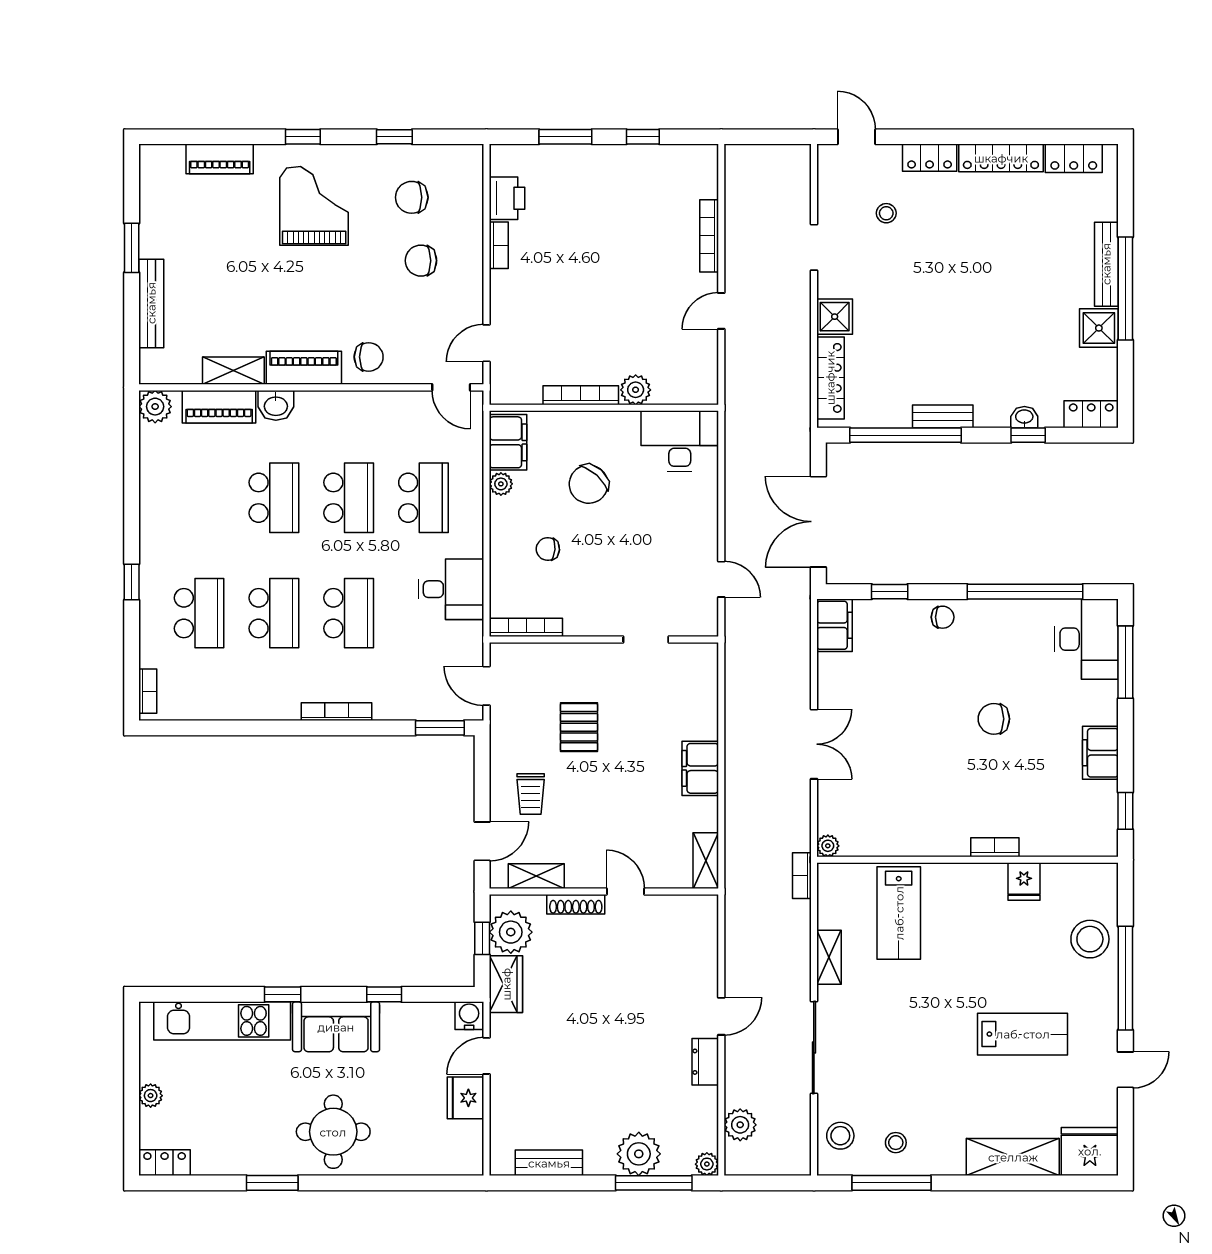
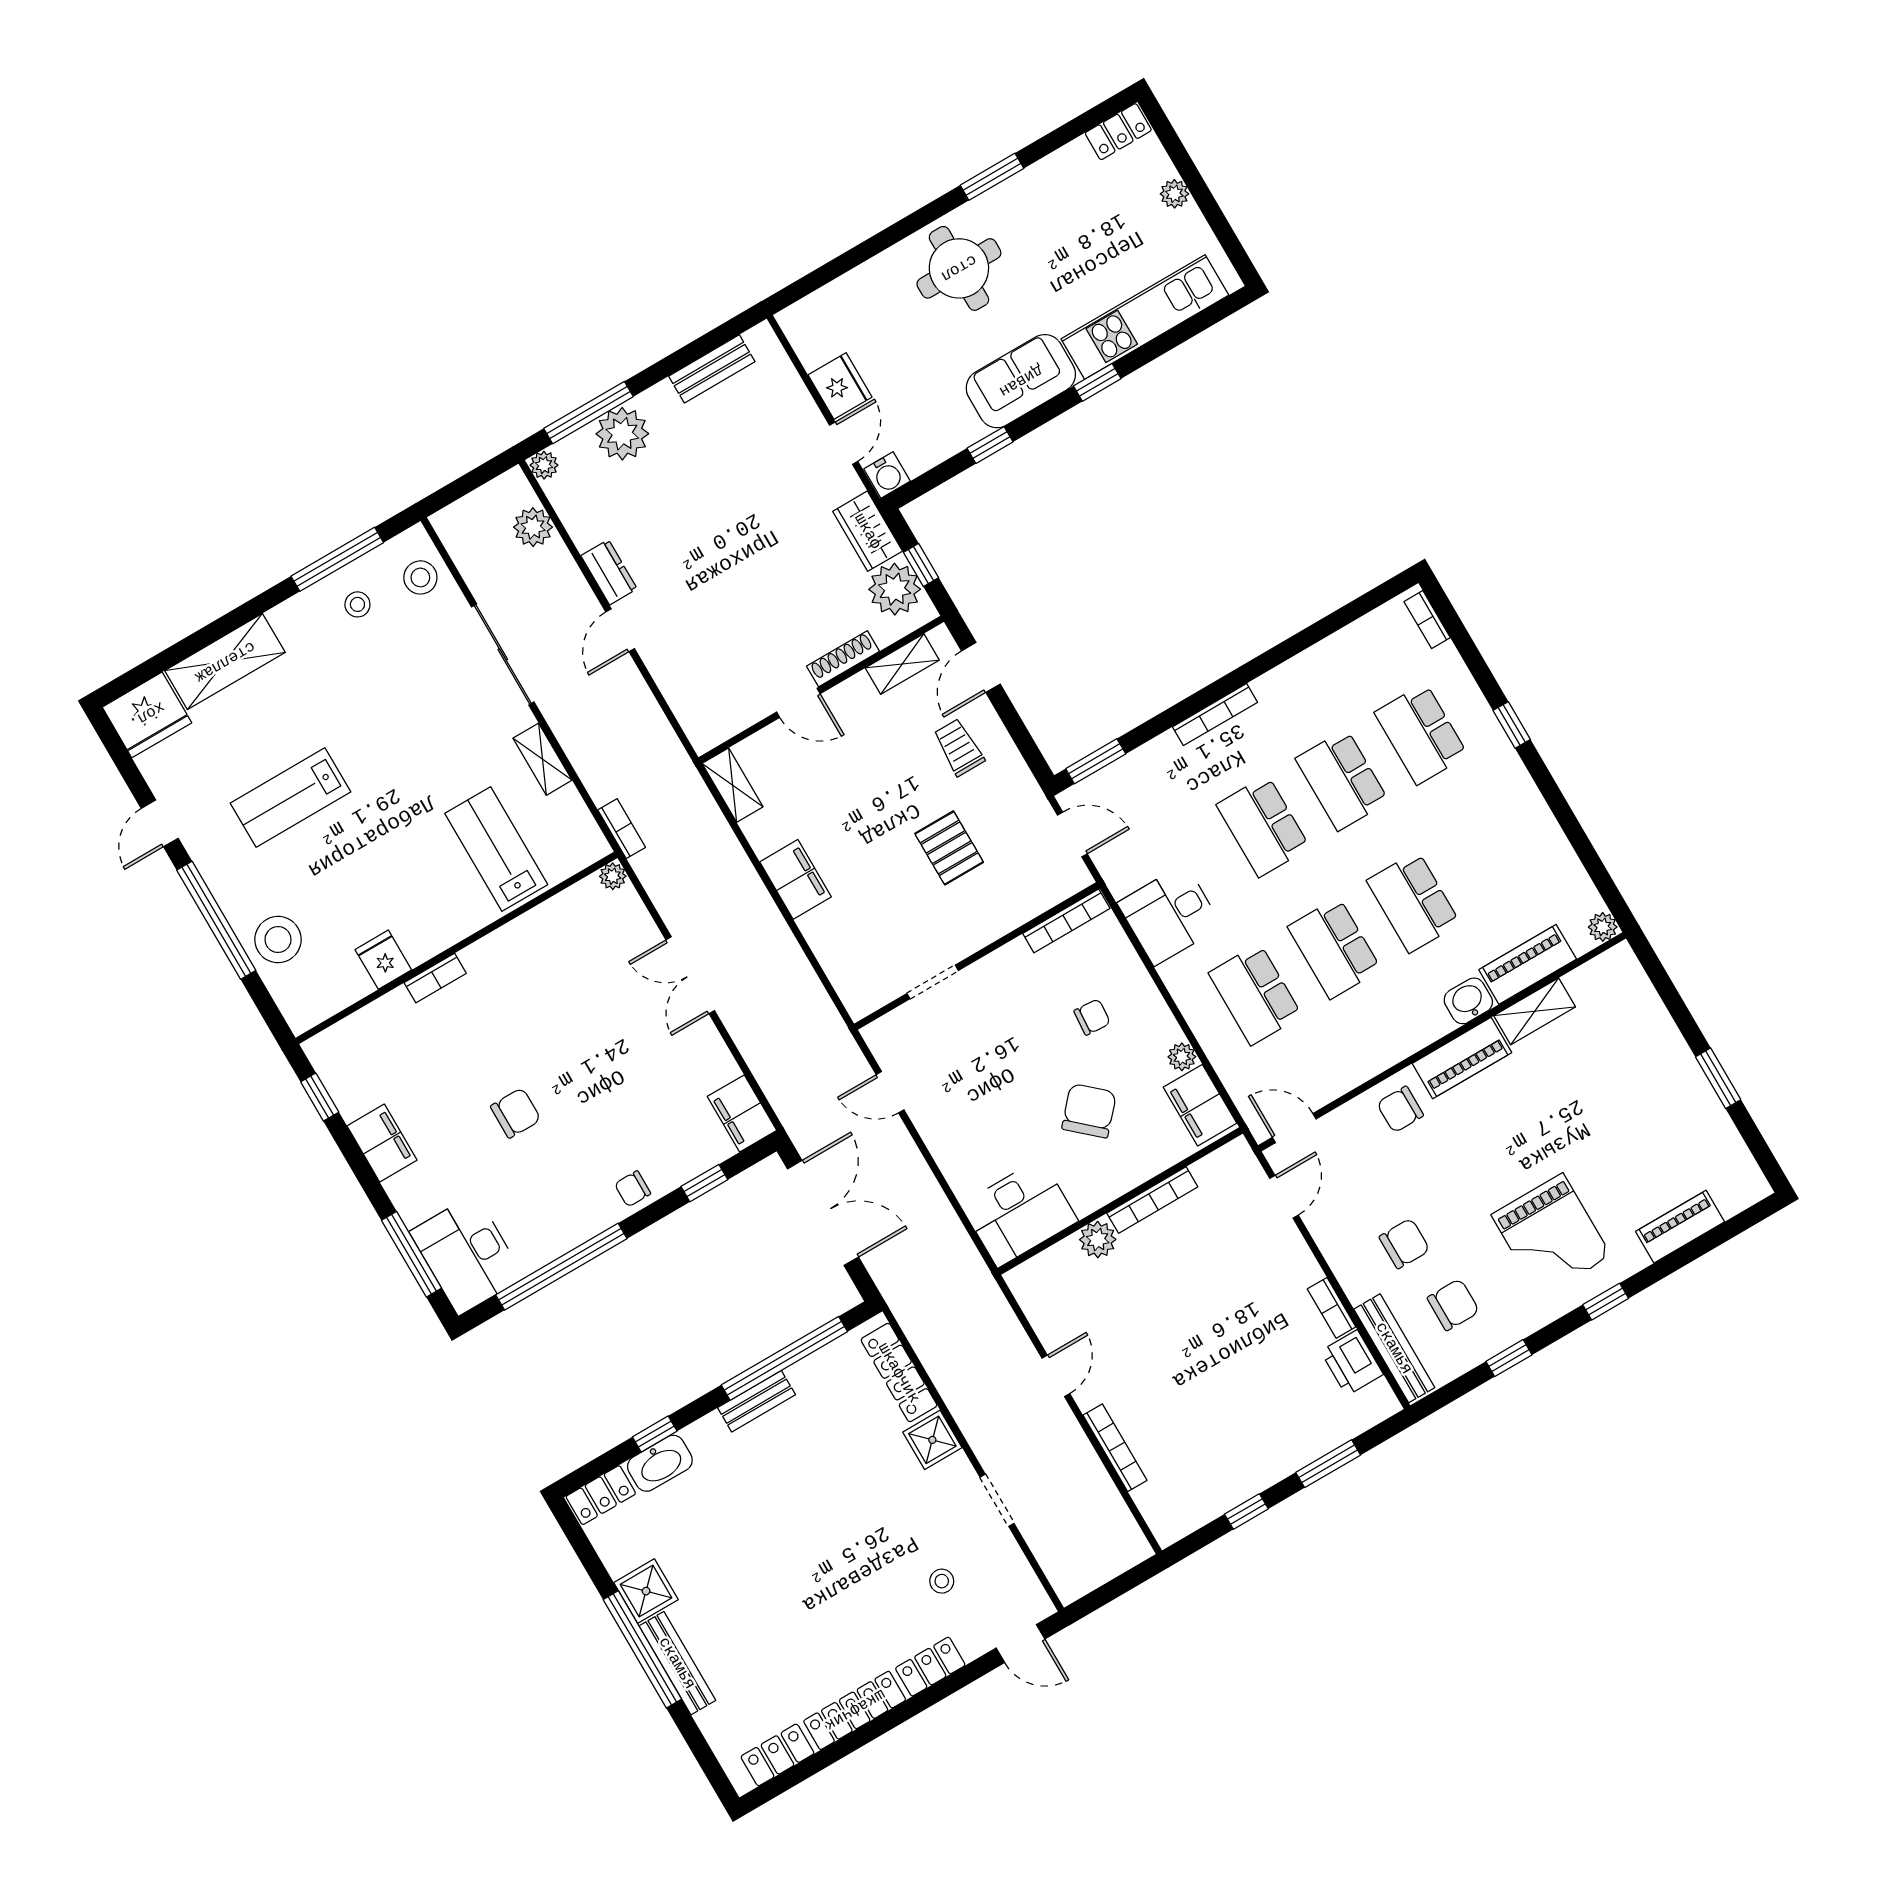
bench: (151, 303) -> (1394, 1348), moved
plant: (155, 407) -> (1603, 927), width x0.73, depth x0.73
washbasin: (1024, 417) -> (660, 1463), width x1.91, depth x1.45

